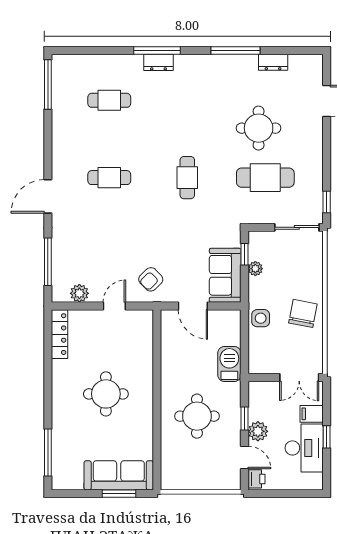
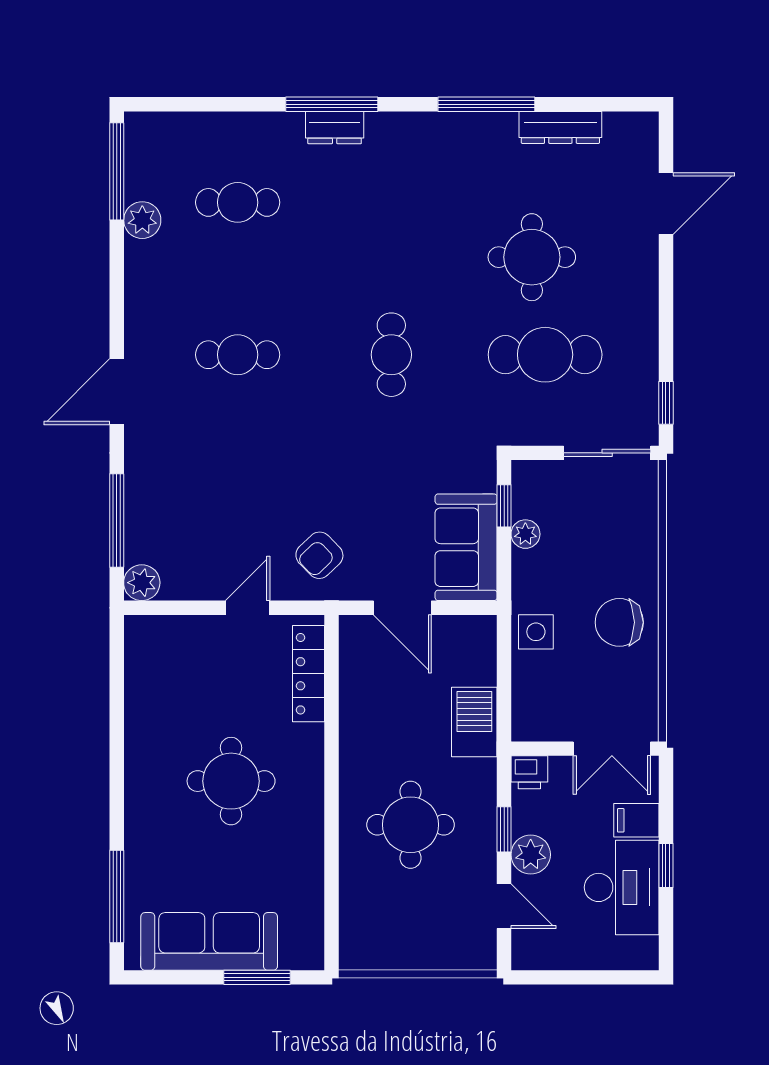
dresser: (273, 62) -> (560, 127), width x1.44
plant: (61, 109) -> (142, 220), added
plant: (79, 293) -> (142, 583), moved
chair: (303, 313) -> (619, 622), turned -101
locker: (60, 334) -> (308, 674), moved, turned 180
sofa: (119, 475) -> (209, 941), moved
printer: (256, 479) -> (529, 772), moved, turned 90

